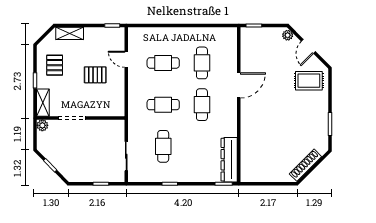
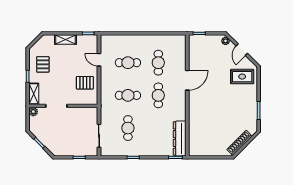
shelving: (70, 33) -> (65, 39), moved
pallet: (95, 75) -> (85, 83), moved

